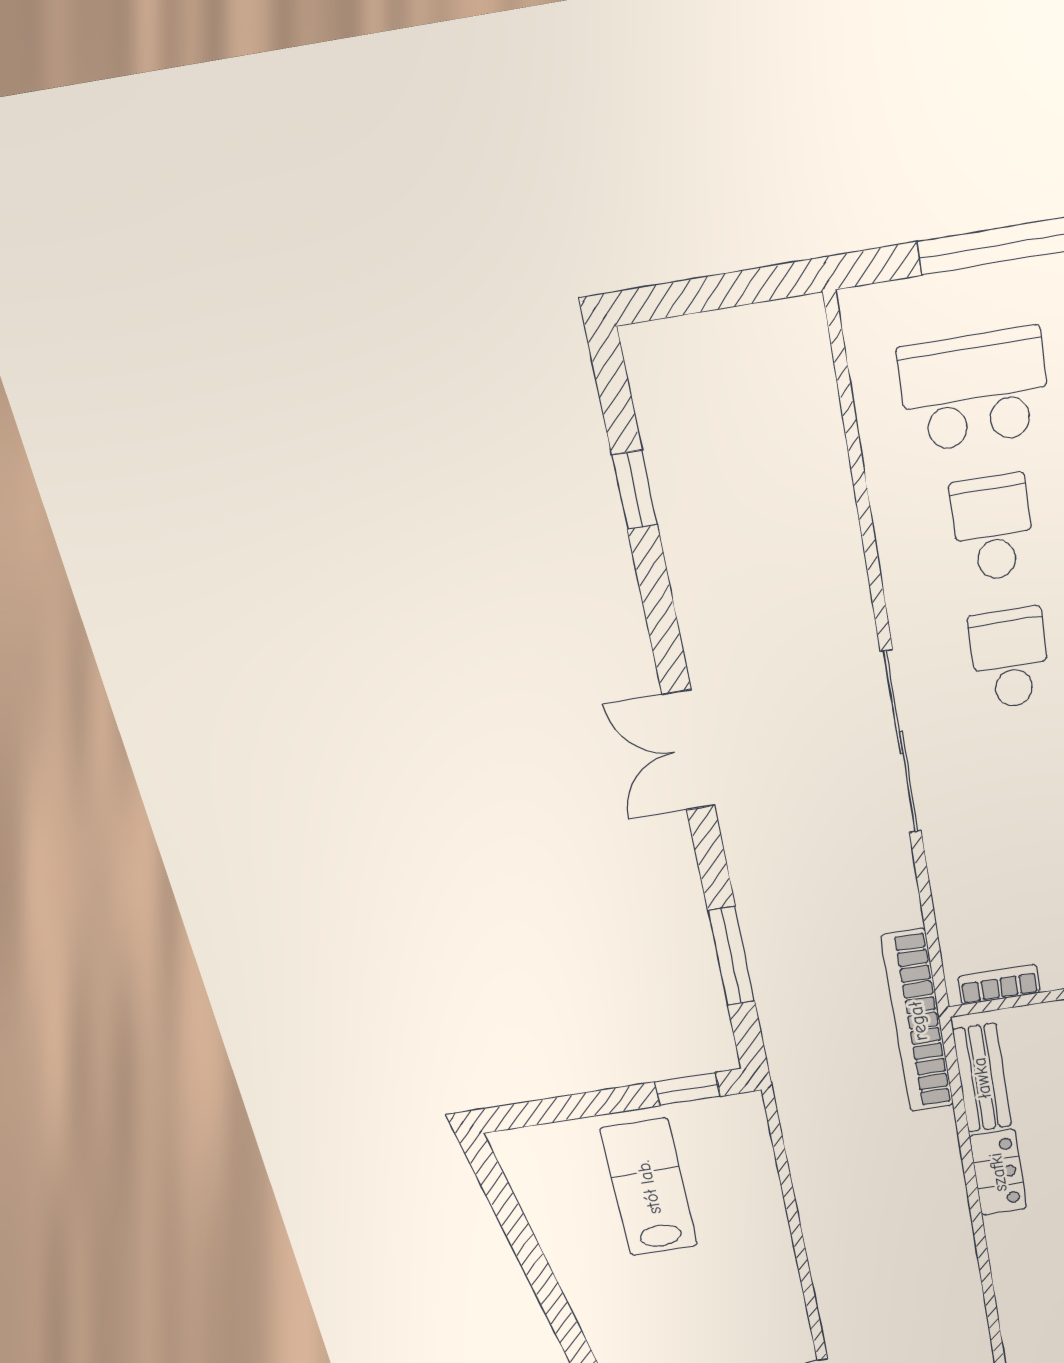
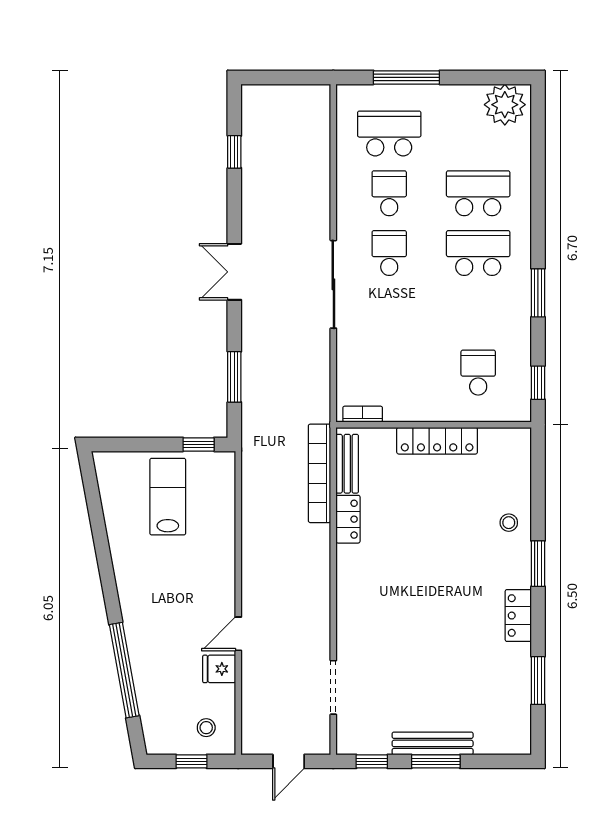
bookcase: (918, 1021) -> (320, 473), moved

